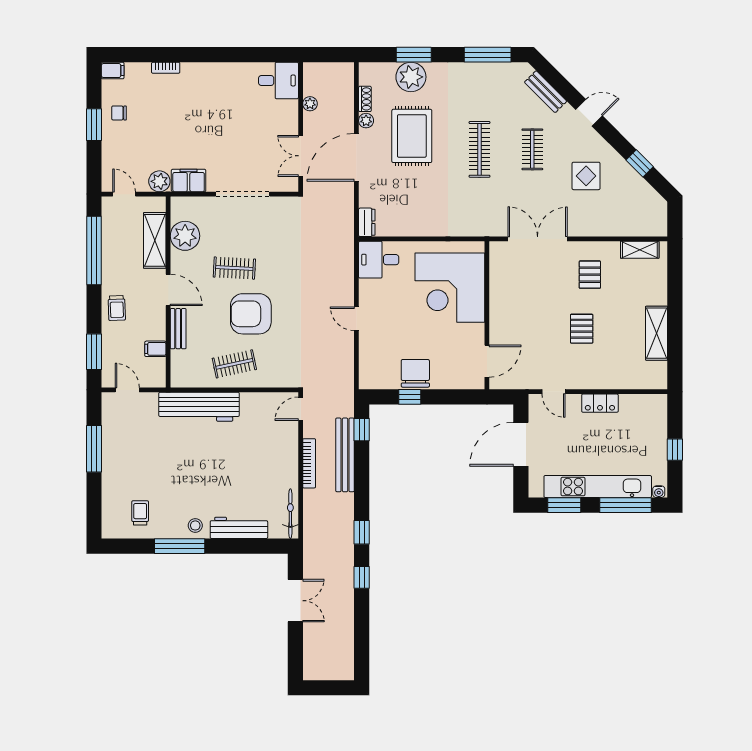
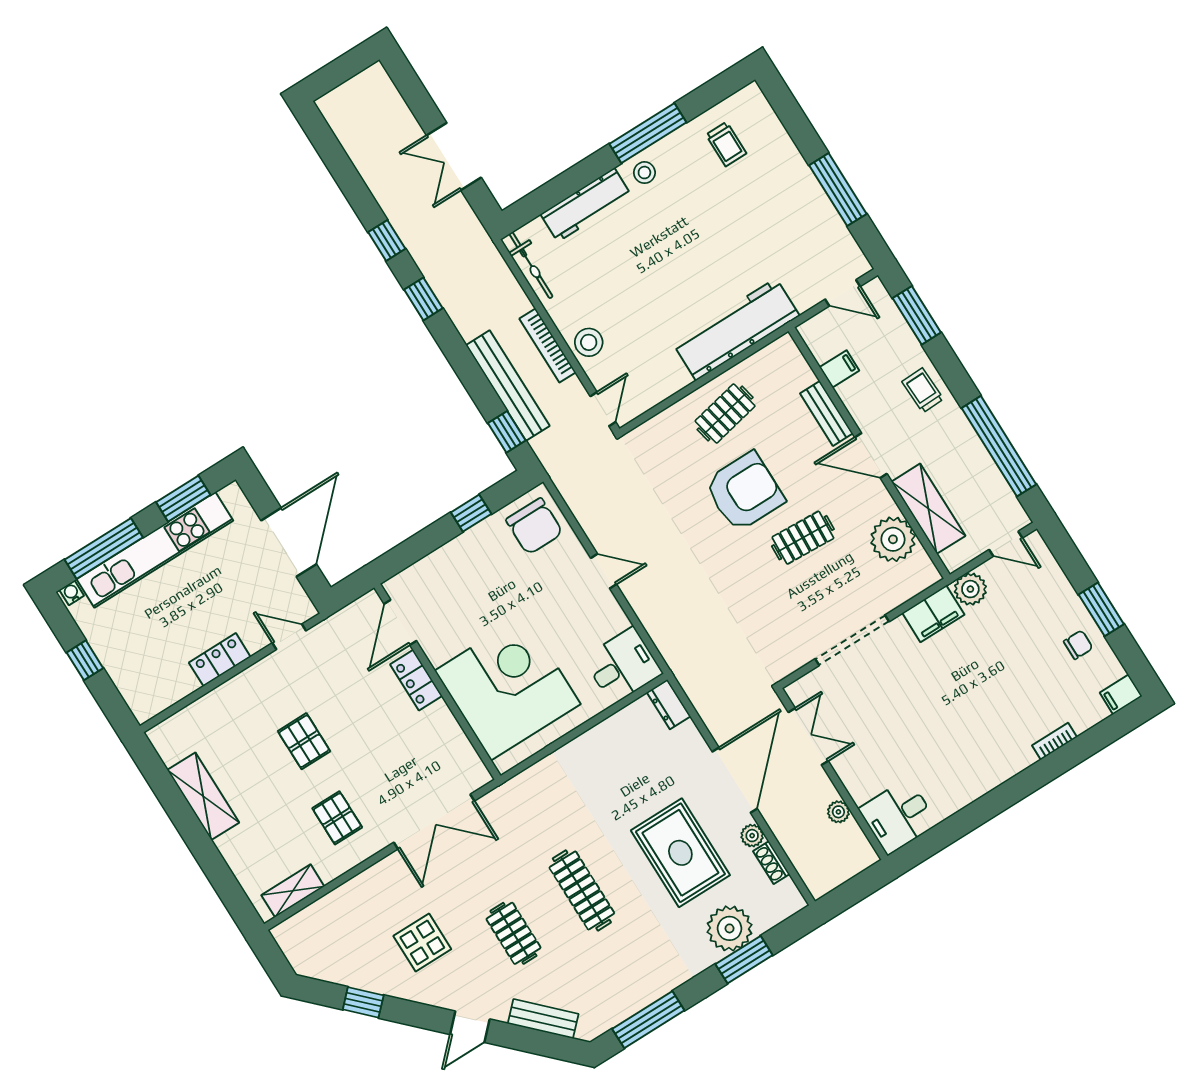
locker: (498, 324) -> (416, 680), added
chair: (415, 373) -> (534, 526), moved
stool: (285, 451) -> (589, 342), added

